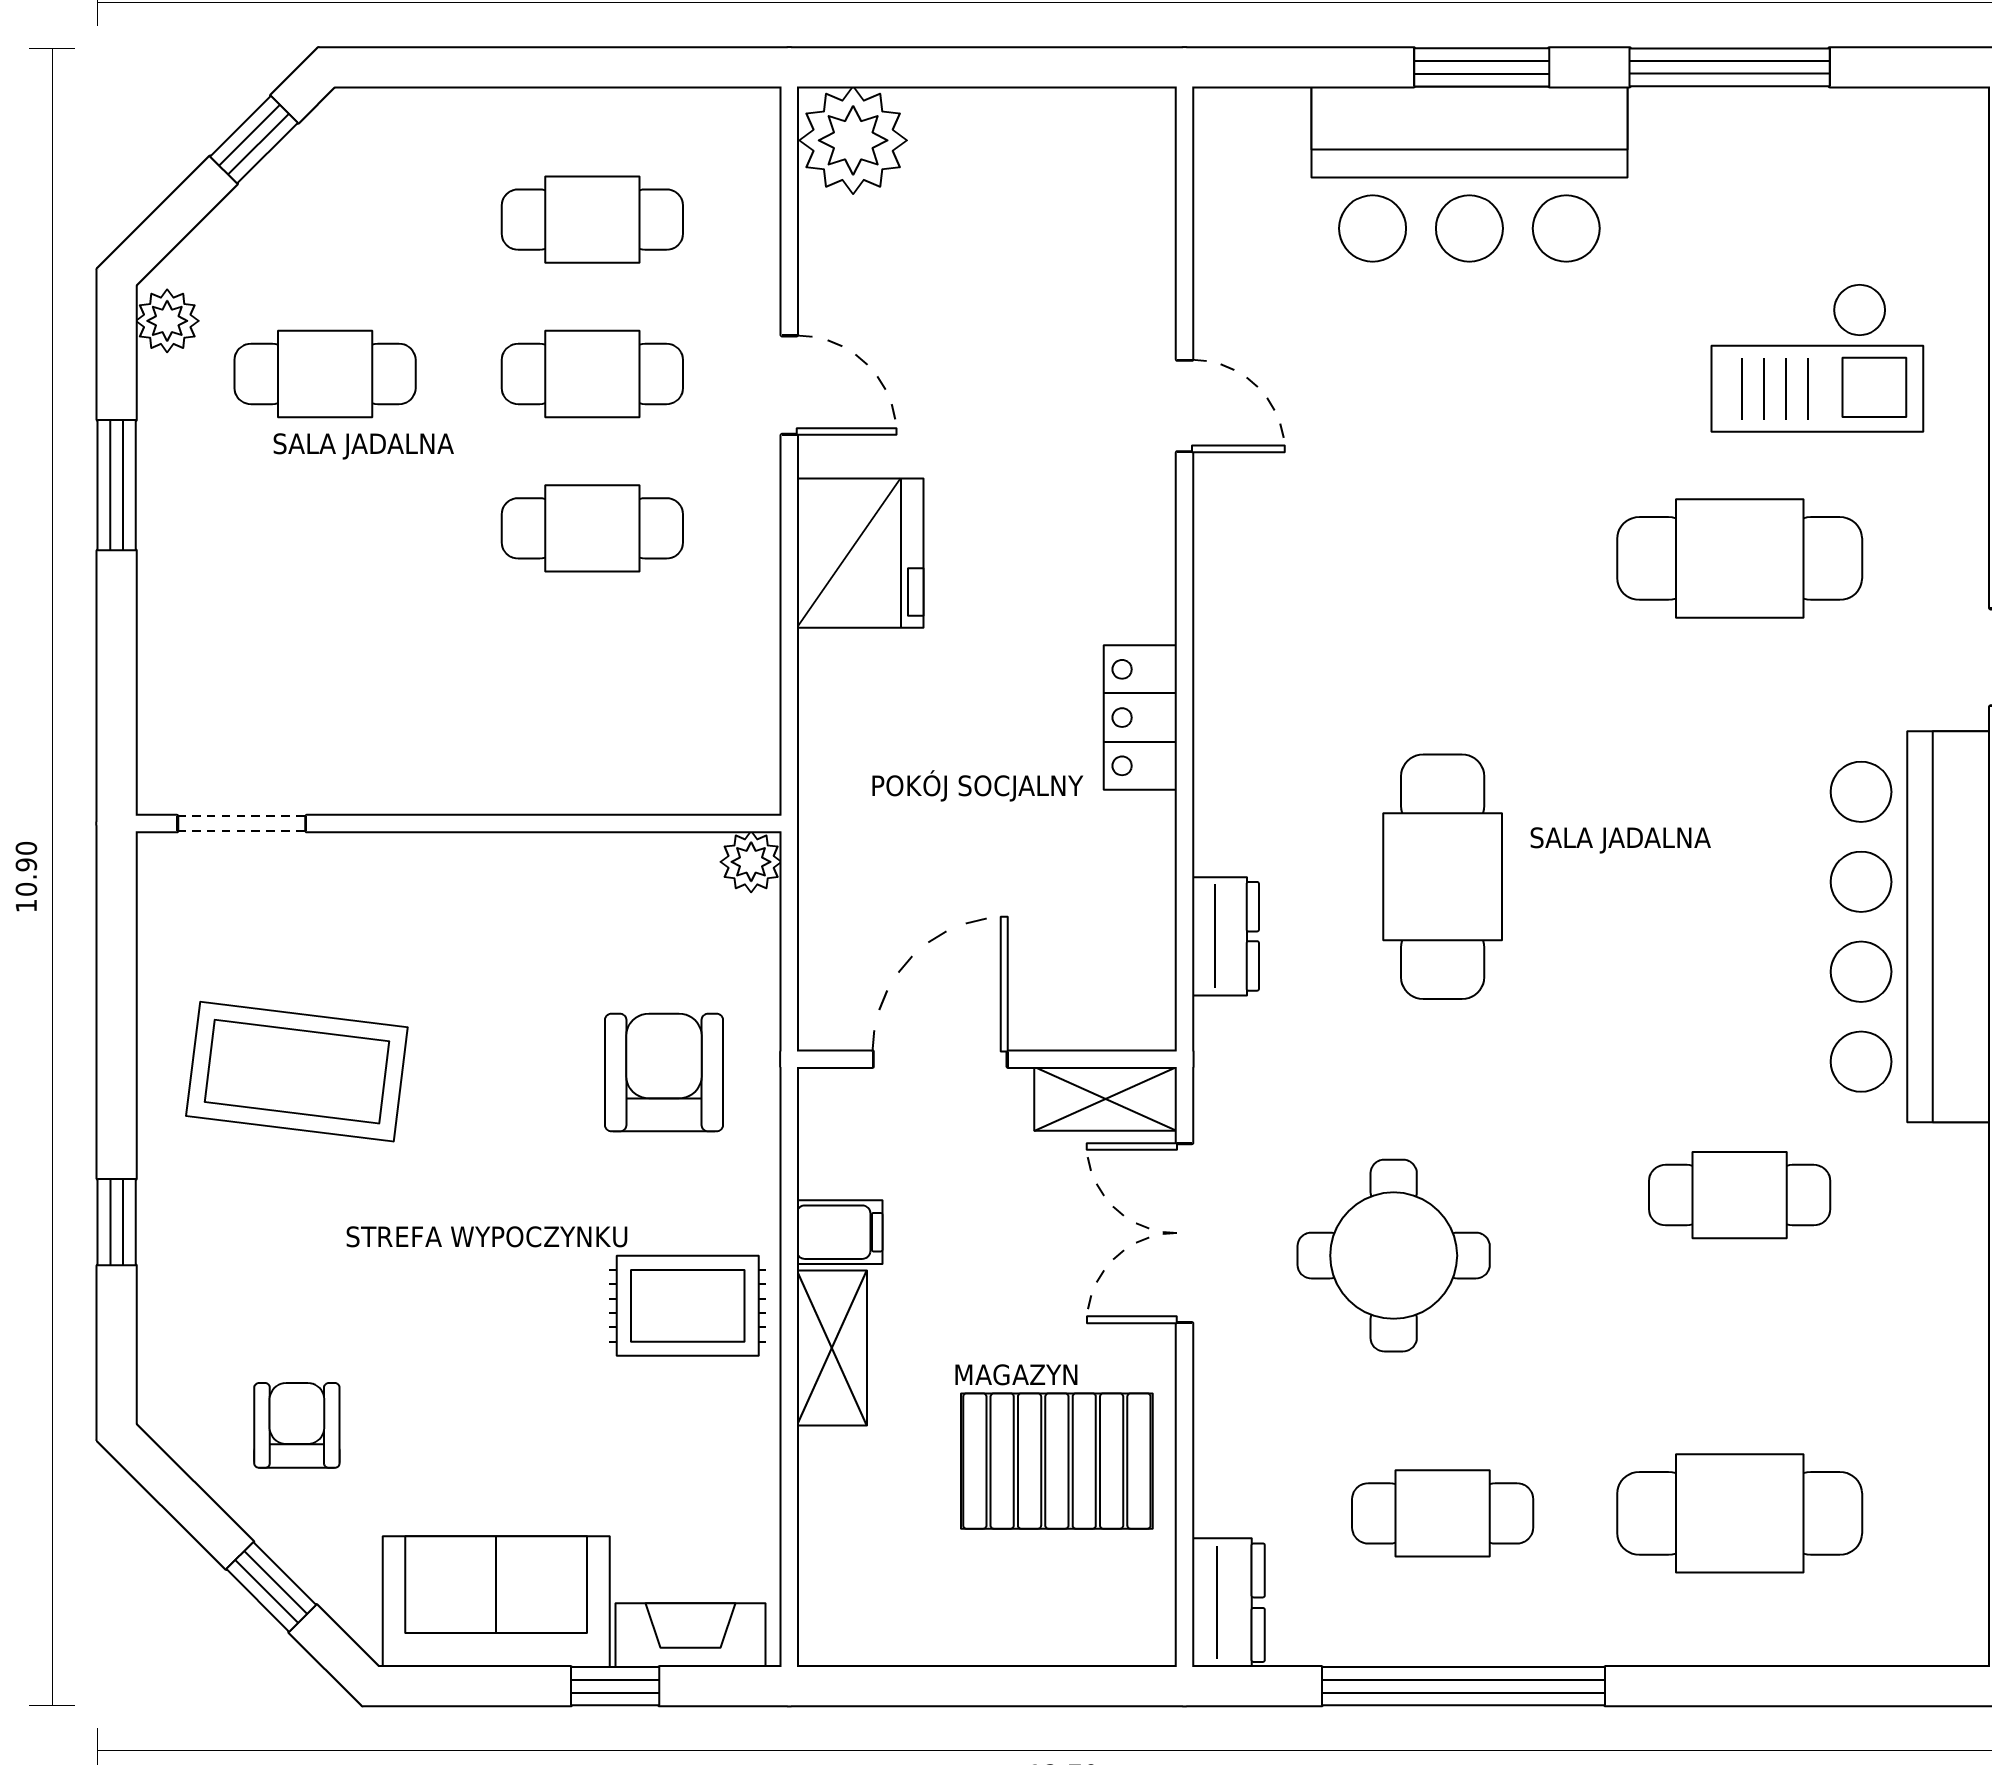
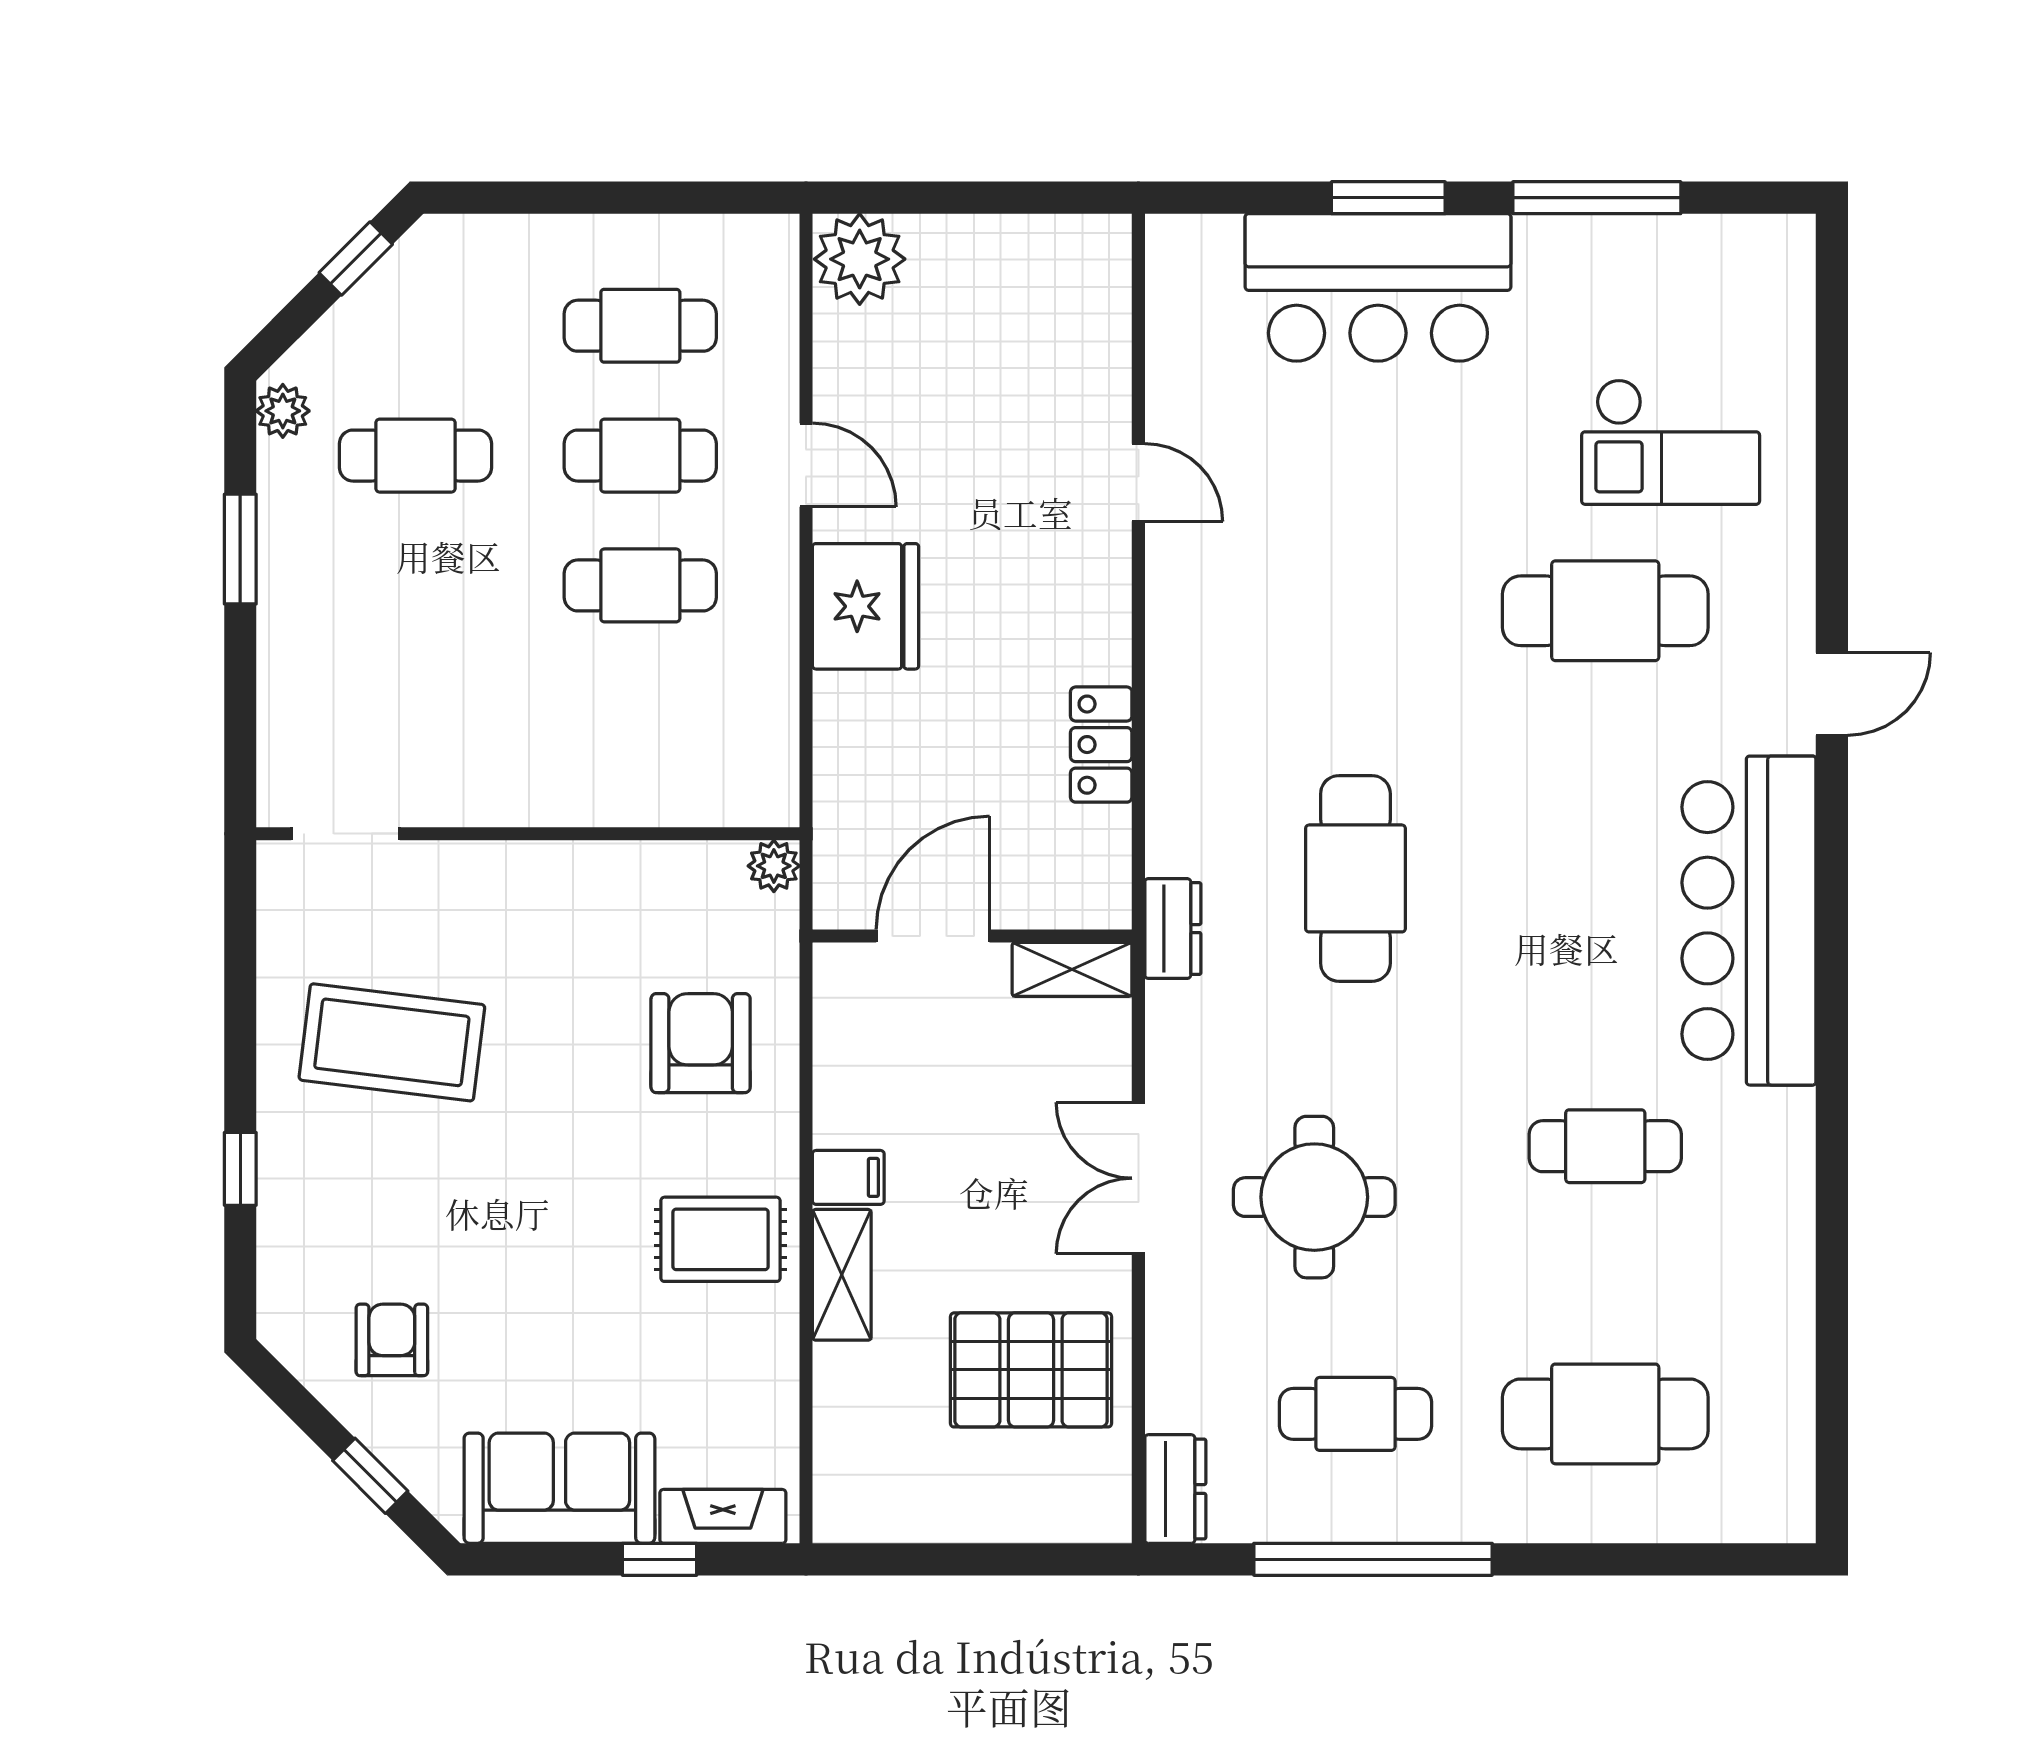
door: (940, 1059) -> (933, 936), moved
wall: (987, 1059) -> (972, 936), moved
shelving: (1106, 1099) -> (1072, 969), moved

